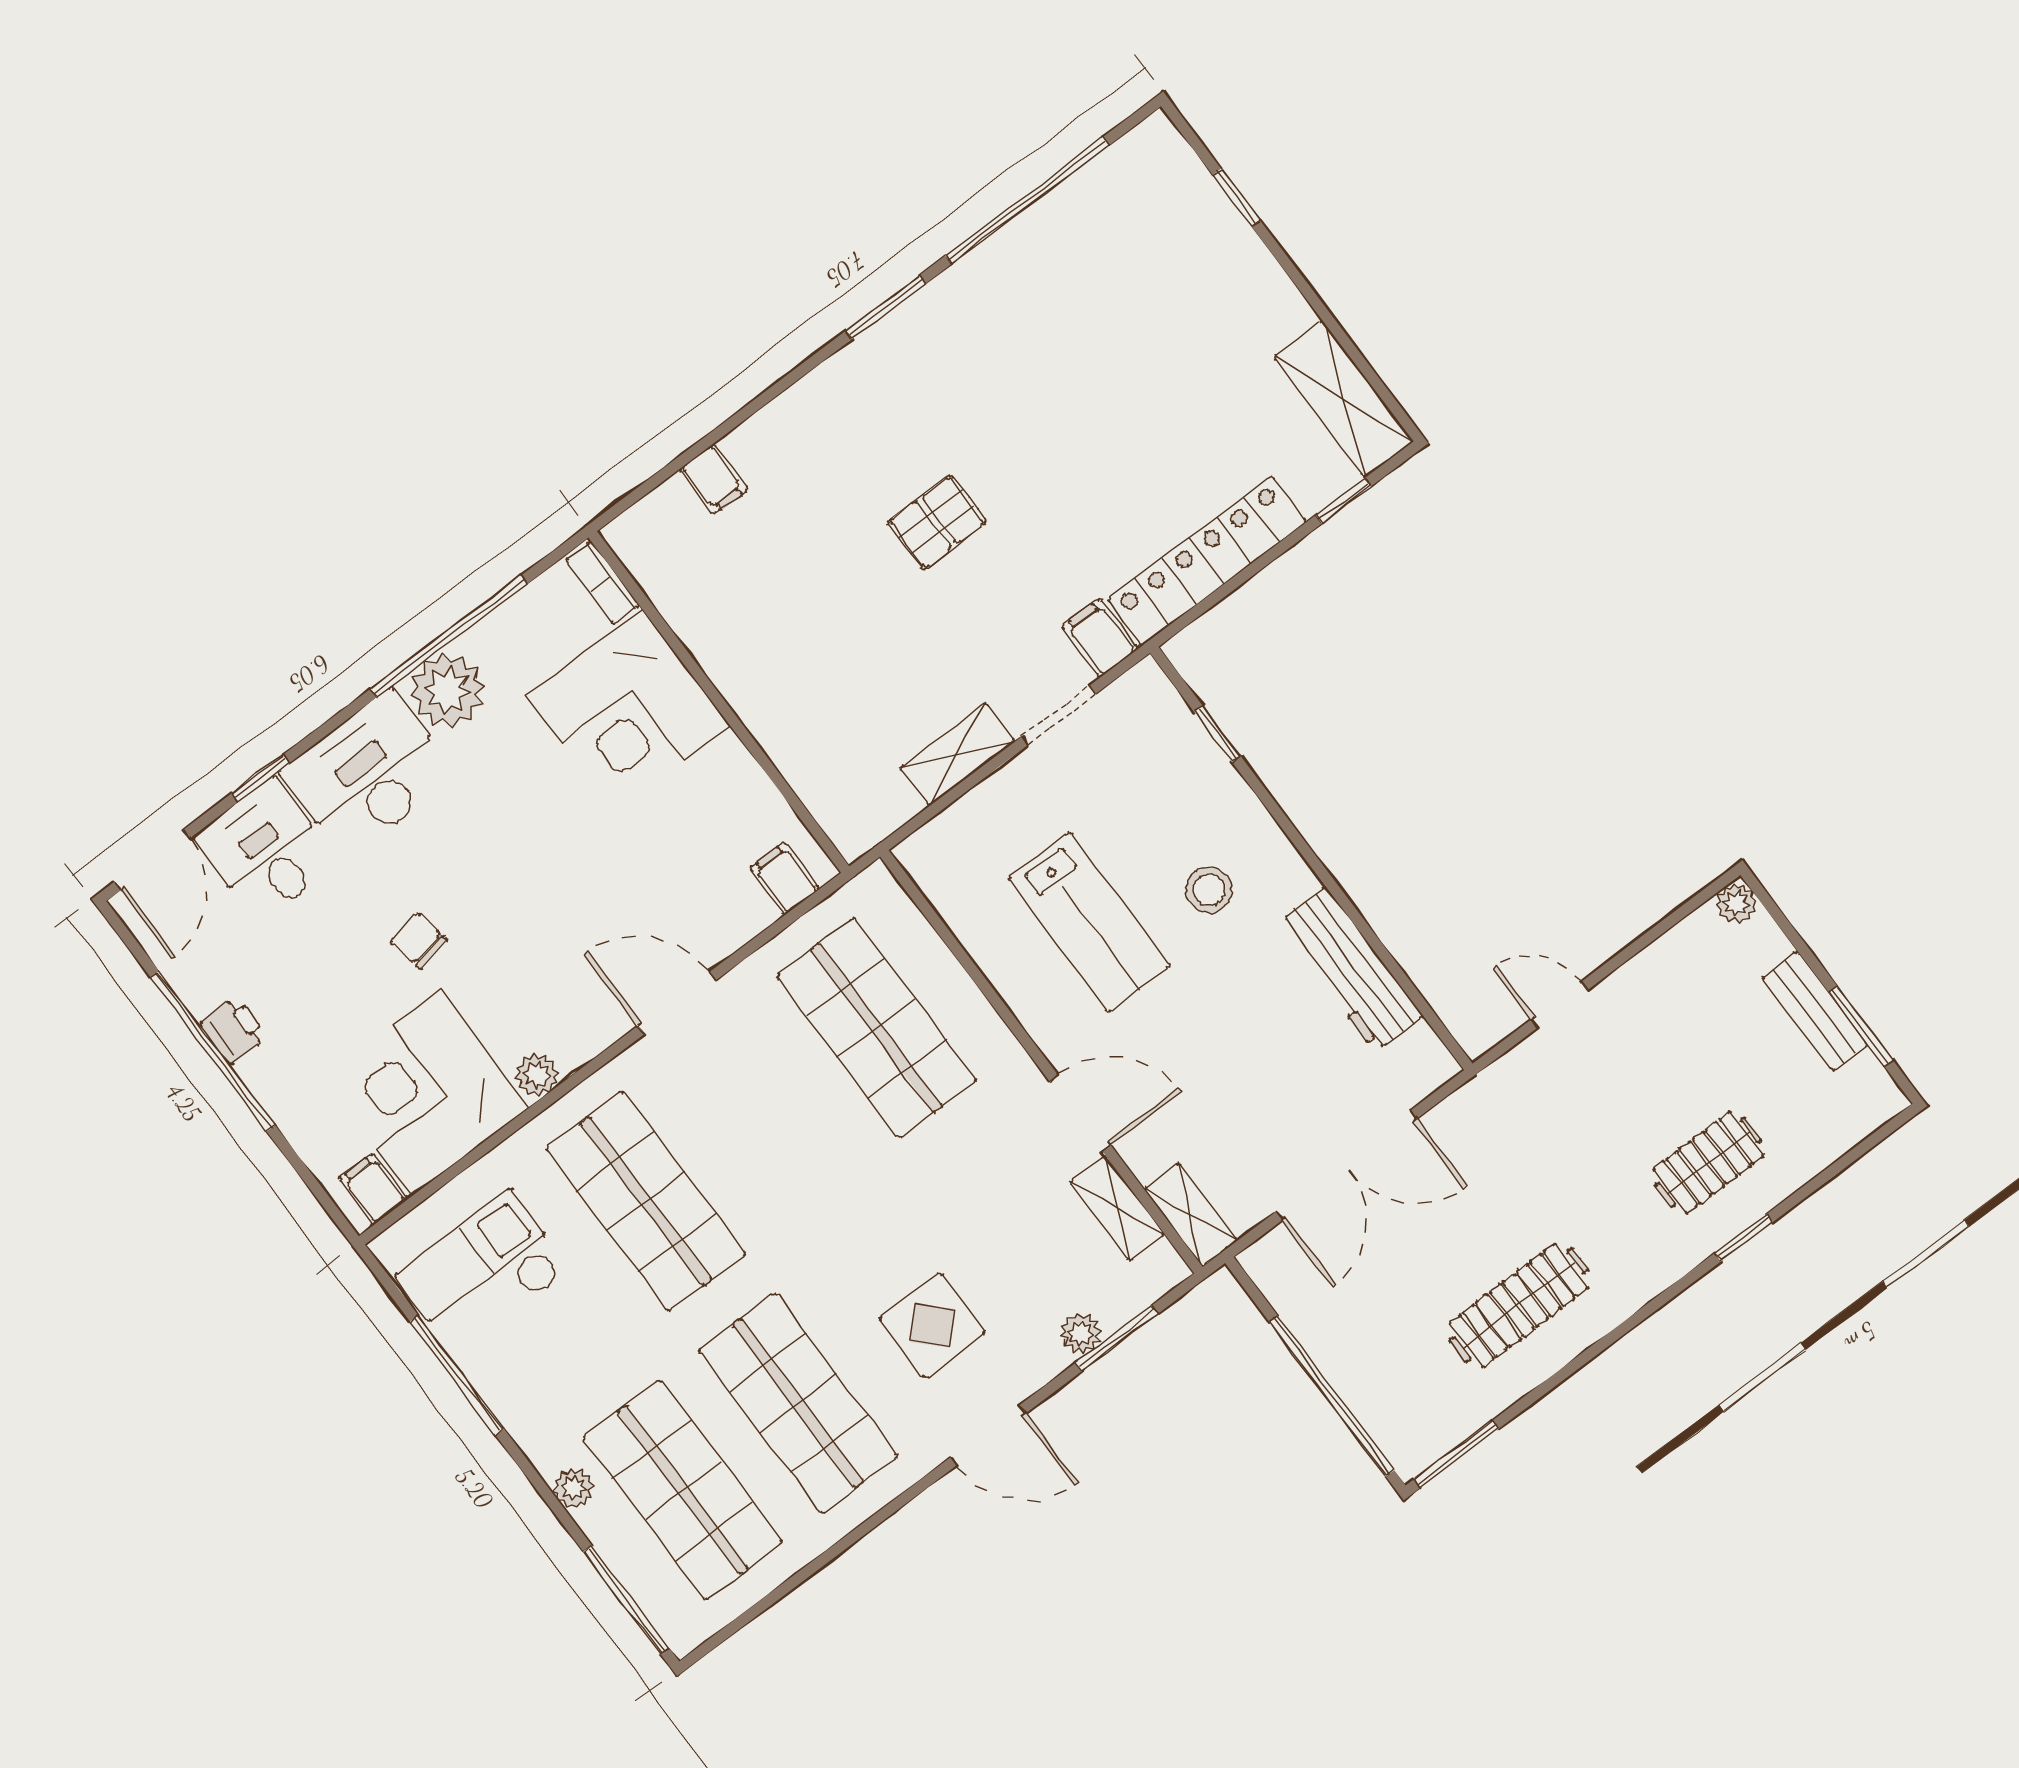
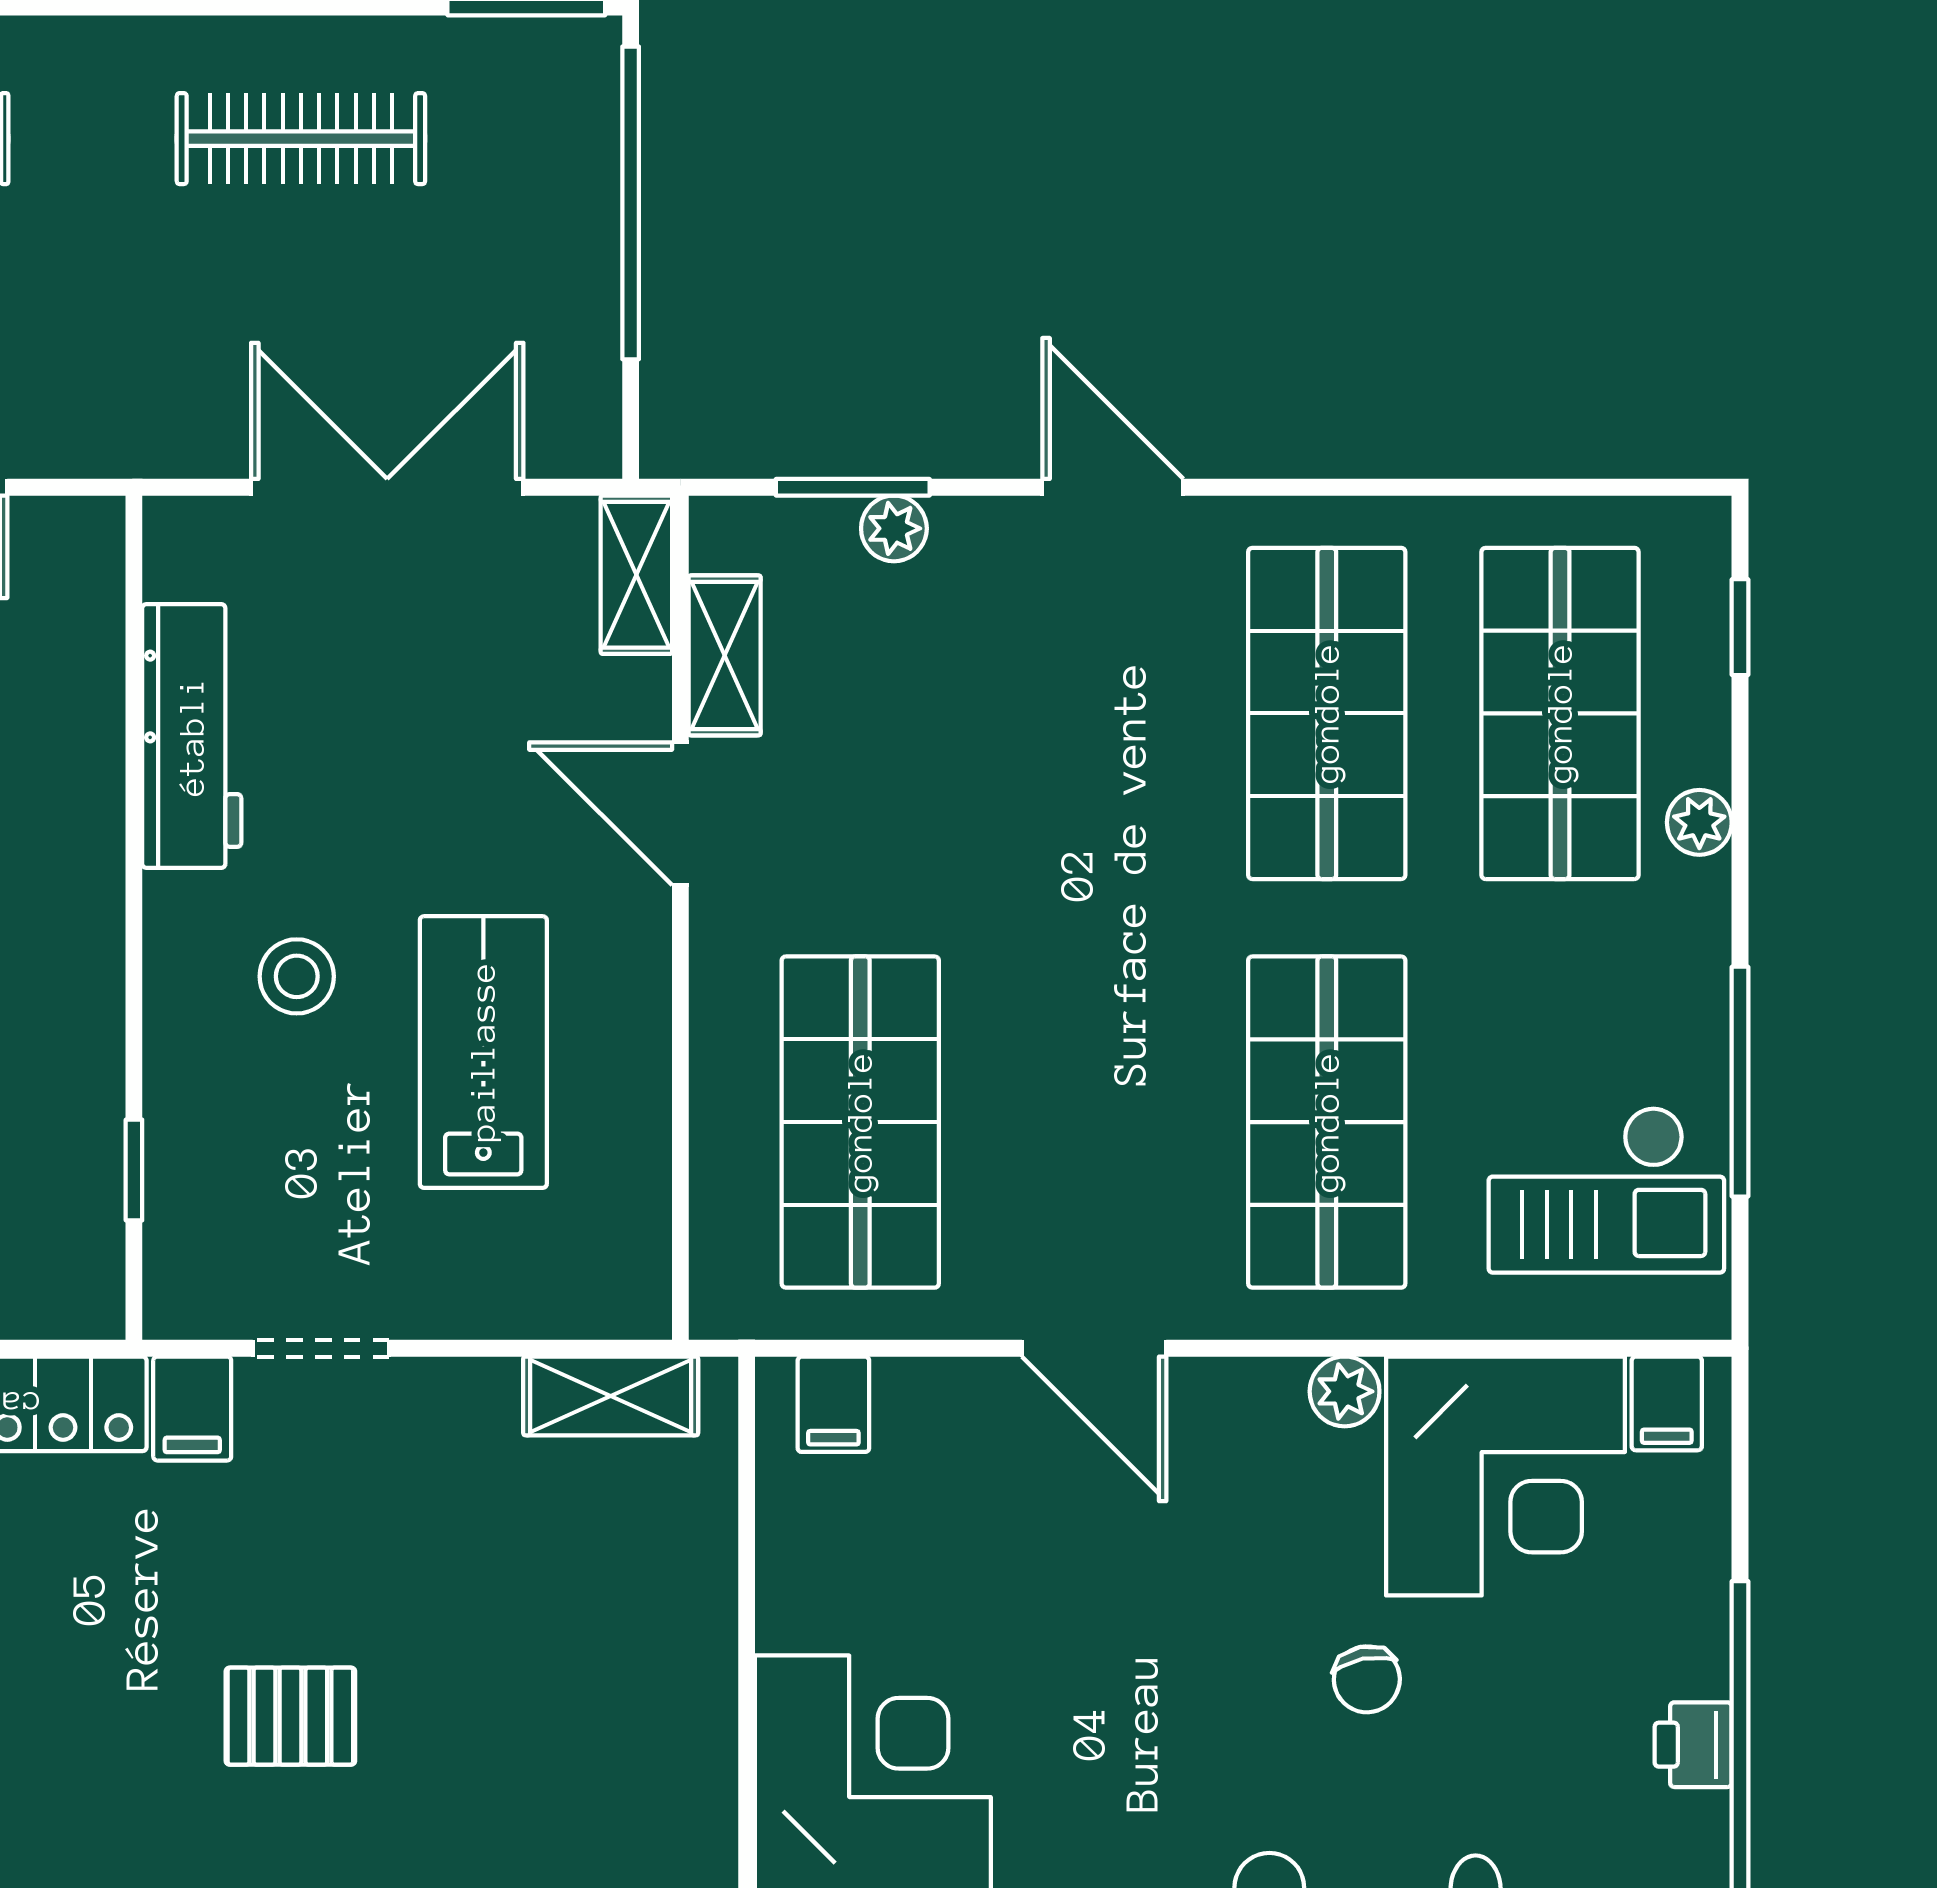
shelving: (958, 755) -> (611, 1396), moved
display table: (932, 1326) -> (1078, 683), removed
window: (626, 1600) -> (1740, 627), width x0.46

